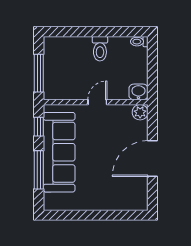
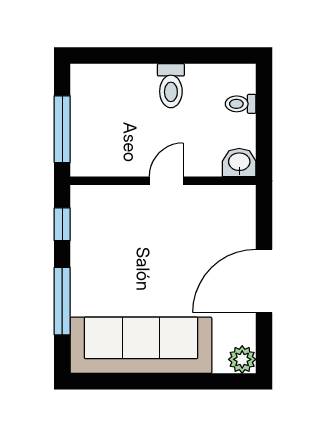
toilet: (139, 42) -> (241, 104), moved
plant: (140, 112) -> (242, 359), moved
sofa: (59, 152) -> (141, 345), moved, turned -90

